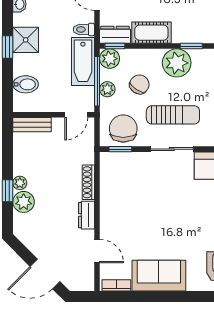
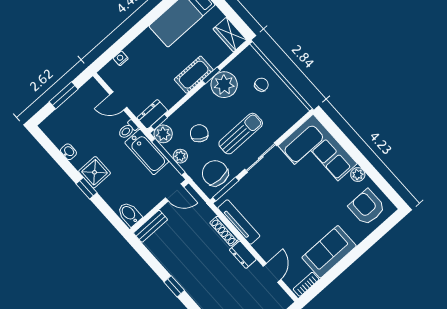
cot: (151, 33) -> (194, 75), moved
plant: (177, 63) -> (224, 85), moved
bidet: (26, 84) -> (129, 214), moved, turned -90
door: (76, 115) -> (175, 192), hinge flipped
window: (120, 149) -> (226, 189), width x1.50
plant: (20, 183) -> (178, 273), removed
tv unit: (107, 186) -> (239, 222), added
plant: (24, 202) -> (192, 284), removed
door: (97, 251) -> (272, 273), hinge flipped

